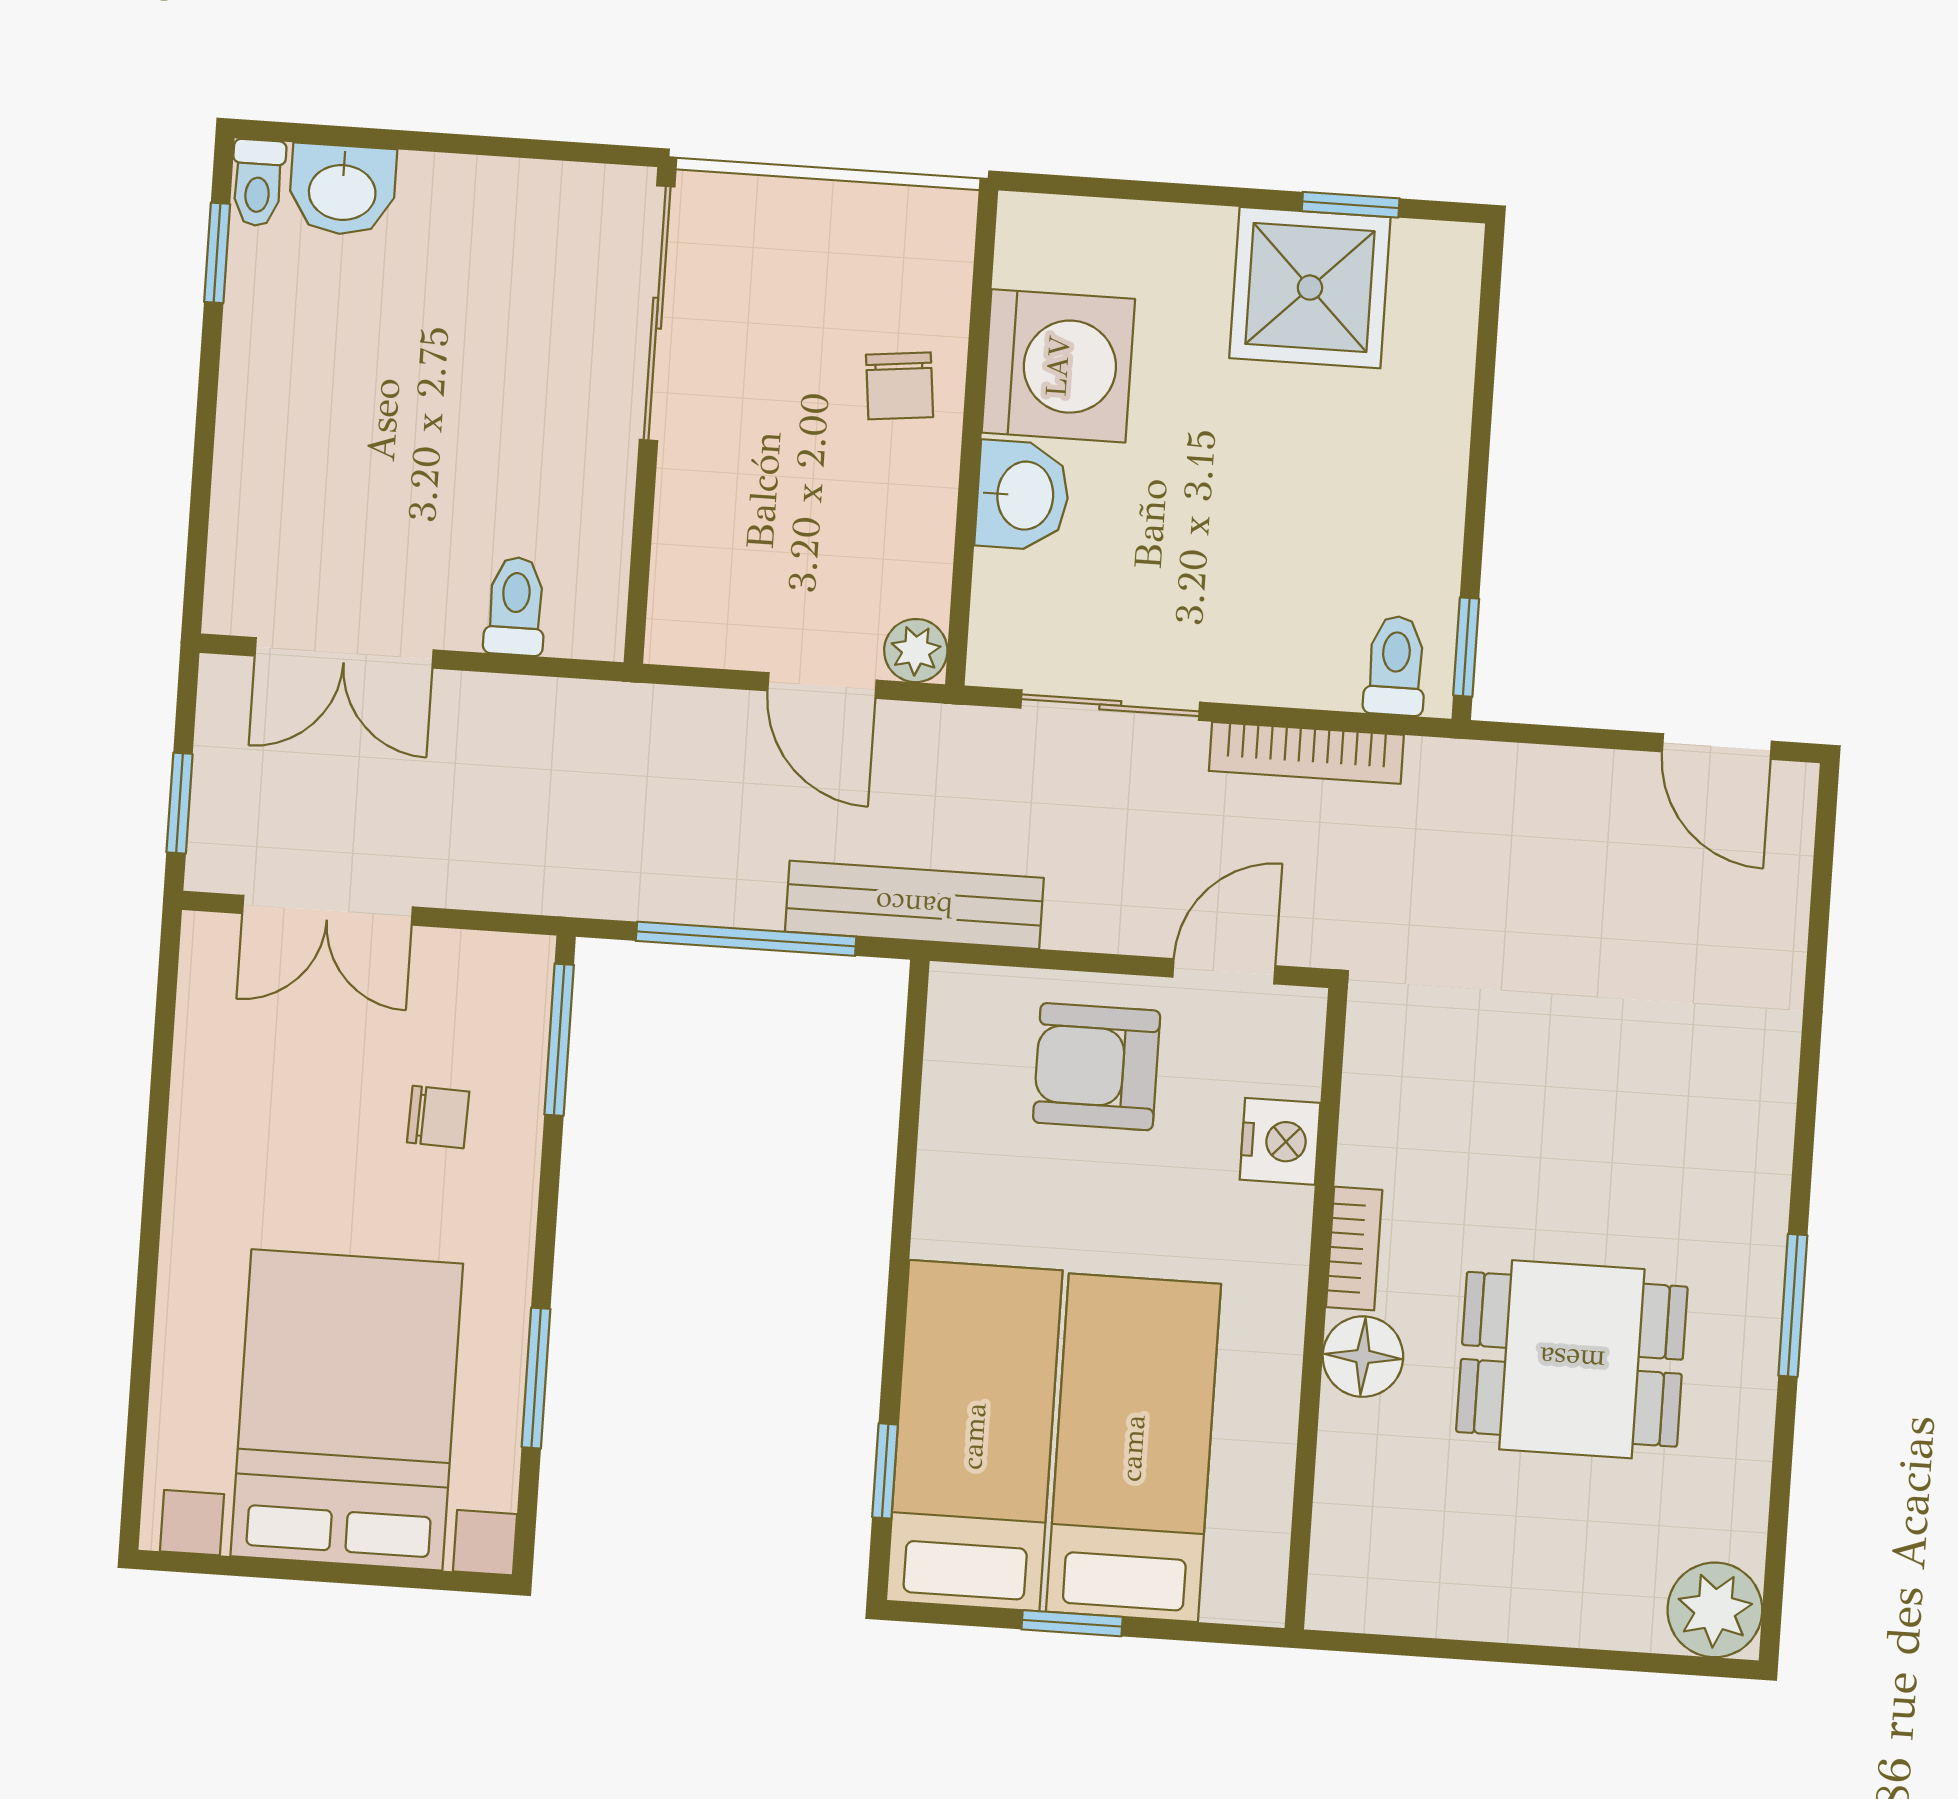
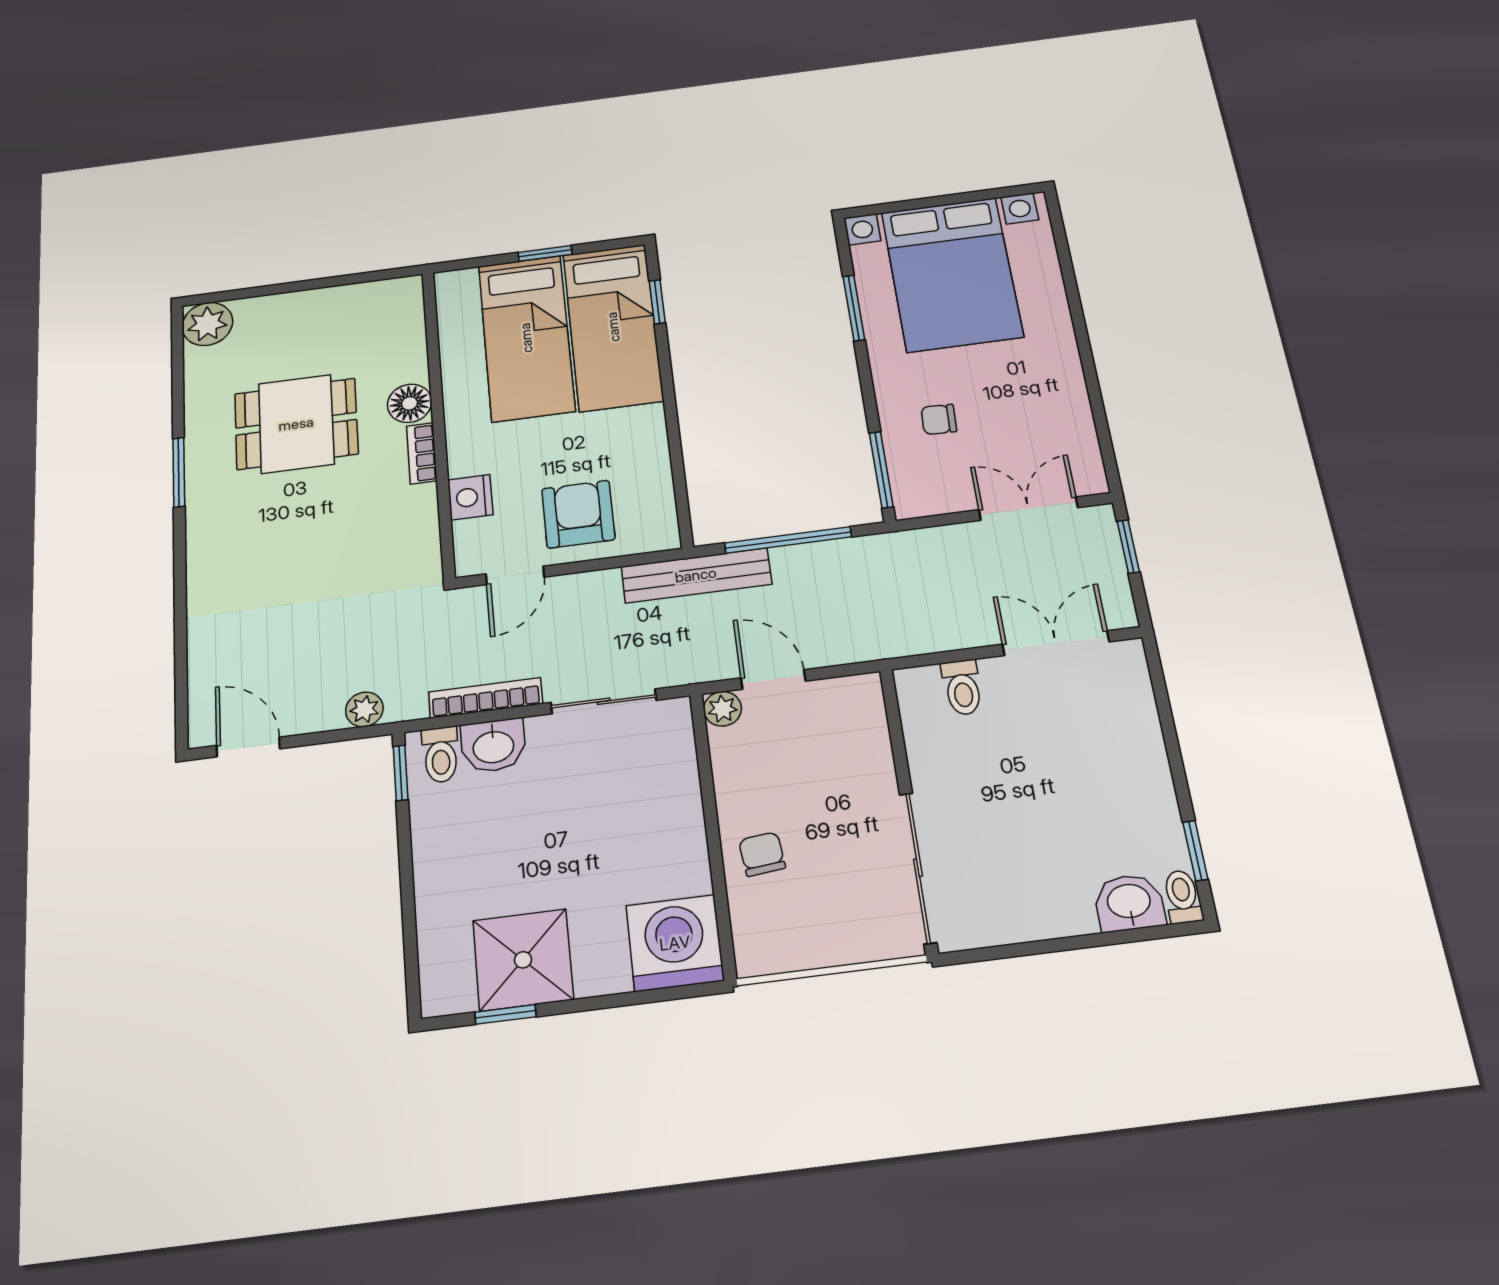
washing machine: (1058, 366) -> (675, 943), moved, turned 90
washbasin: (1023, 495) -> (493, 746), moved, turned -90
plant: (1513, 774) -> (364, 709), added
armchair: (1097, 1067) -> (578, 514), turned -90

